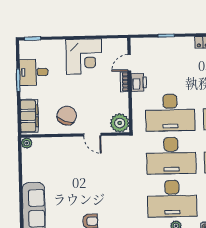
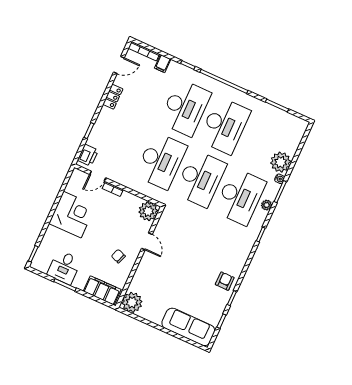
door: (129, 63) -> (98, 176), hinge flipped
printer: (139, 82) -> (88, 155), moved, turned 90
chair: (67, 116) -> (118, 256), width x0.54, depth x0.54
door: (92, 135) -> (147, 241), hinge flipped
plant: (27, 143) -> (132, 302), width x1.88, depth x1.88

